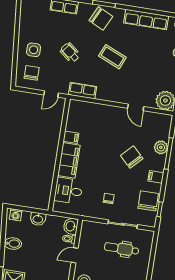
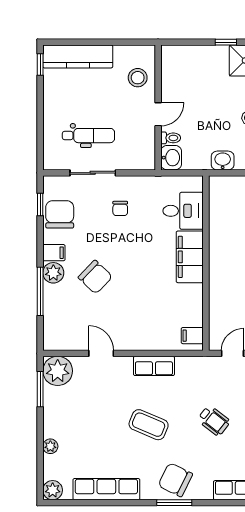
row of seats: (83, 91) -> (154, 366), moved
filing cabinet: (71, 137) -> (192, 336), moved
plant: (161, 147) -> (53, 273), moved
chair: (148, 201) -> (60, 214), turned 180

